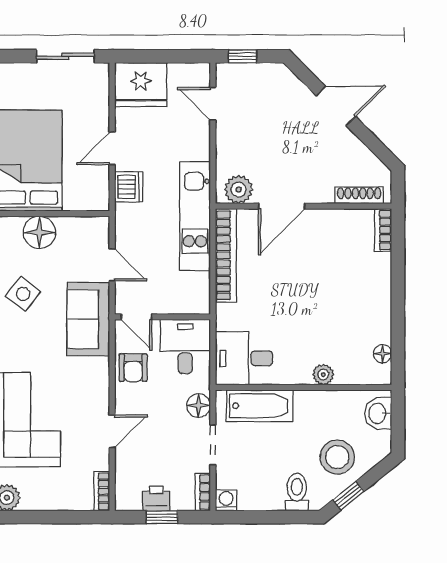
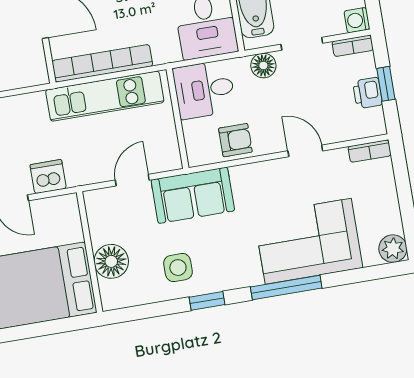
plant: (239, 189) -> (32, 62), removed
kitchen unit: (195, 216) -> (105, 96), moved
side table: (23, 294) -> (178, 268), turned -38
door: (136, 317) -> (182, 146), removed

